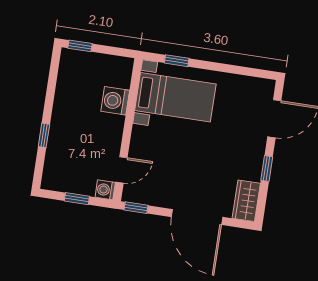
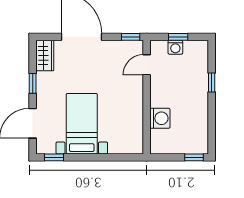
window: (177, 61) -> (54, 157), moved
bed with nightstands: (175, 97) -> (82, 124), moved, turned 90
washing machine: (105, 190) -> (175, 47), moved, turned 90

